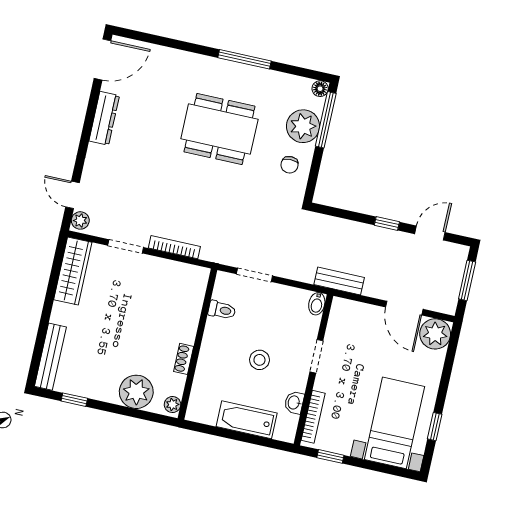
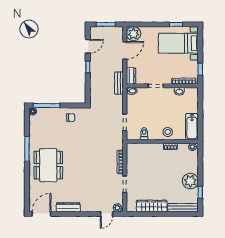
door: (103, 60) -> (41, 214), hinge flipped
plant: (303, 126) -> (52, 115), removed
dining table: (219, 129) -> (48, 165), moved
door: (430, 233) -> (88, 46), swing flipped
wardrobe: (73, 271) -> (152, 206), moved
dresser: (348, 309) -> (131, 76), added
stool: (259, 360) -> (168, 132), moved
plant: (136, 392) -> (190, 181), moved
bathtub: (247, 420) -> (192, 127), moved

